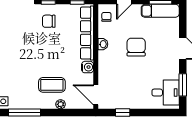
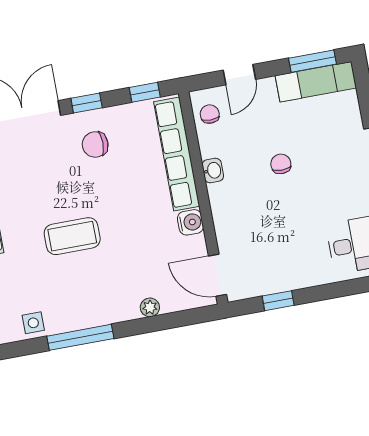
chair: (136, 47) -> (281, 164), width x0.54, depth x0.54
coffee table: (52, 85) -> (72, 236), moved

